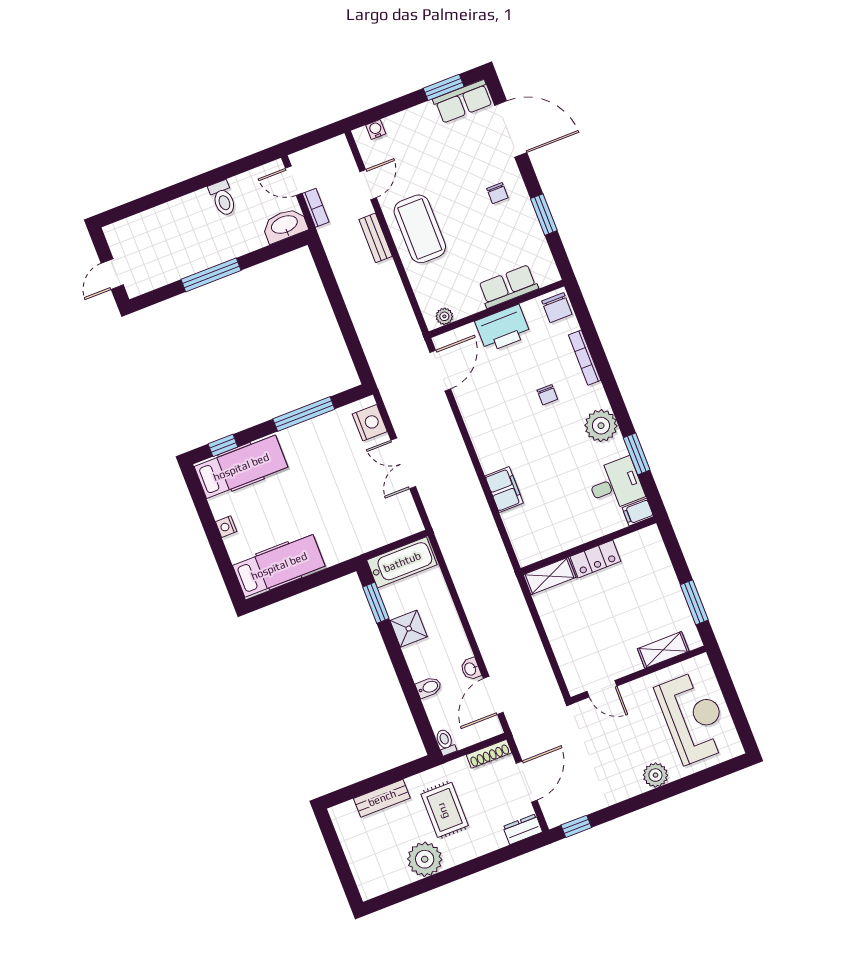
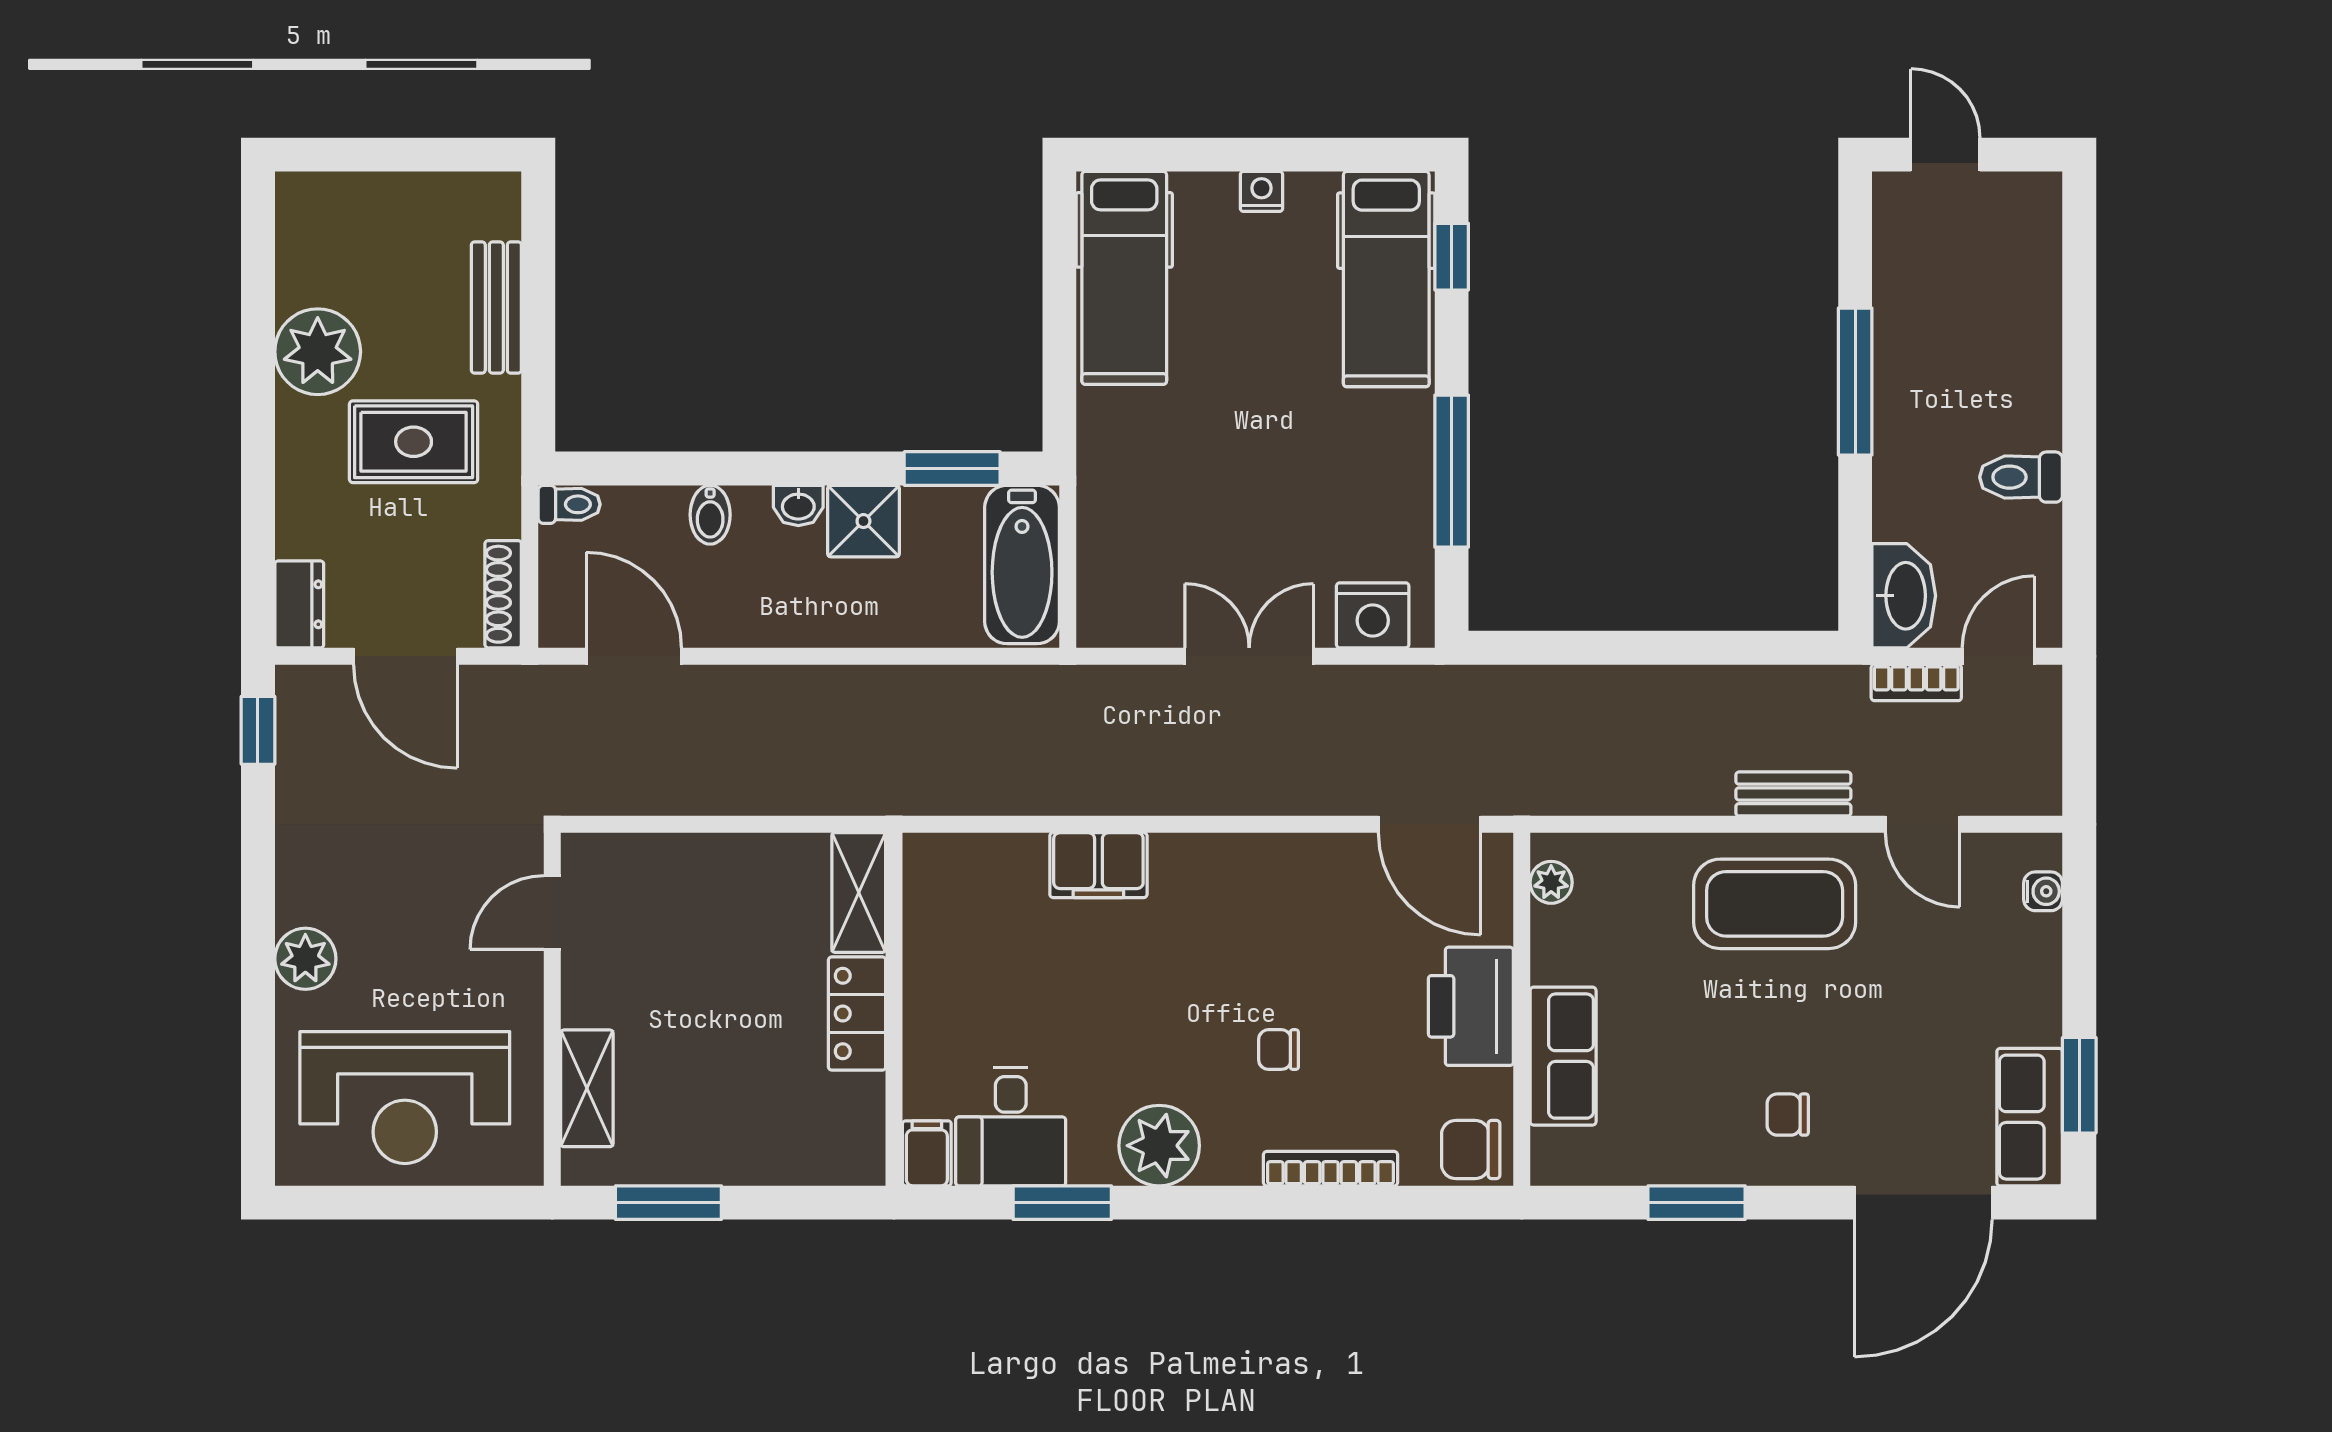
washbasin: (471, 669) -> (798, 505), moved, turned 180

